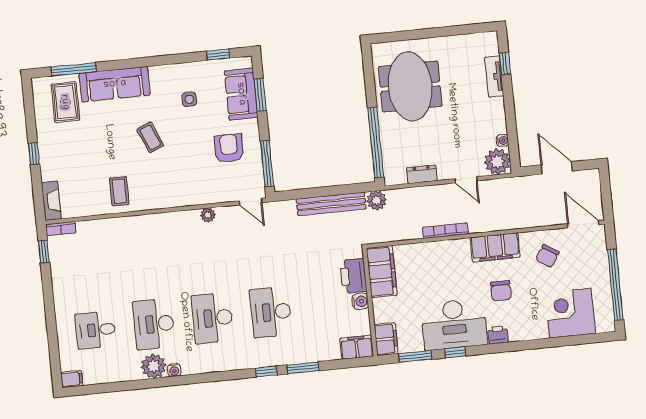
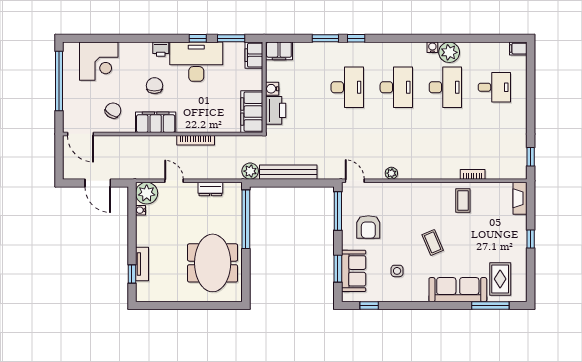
bookcase: (61, 229) -> (473, 174), moved

